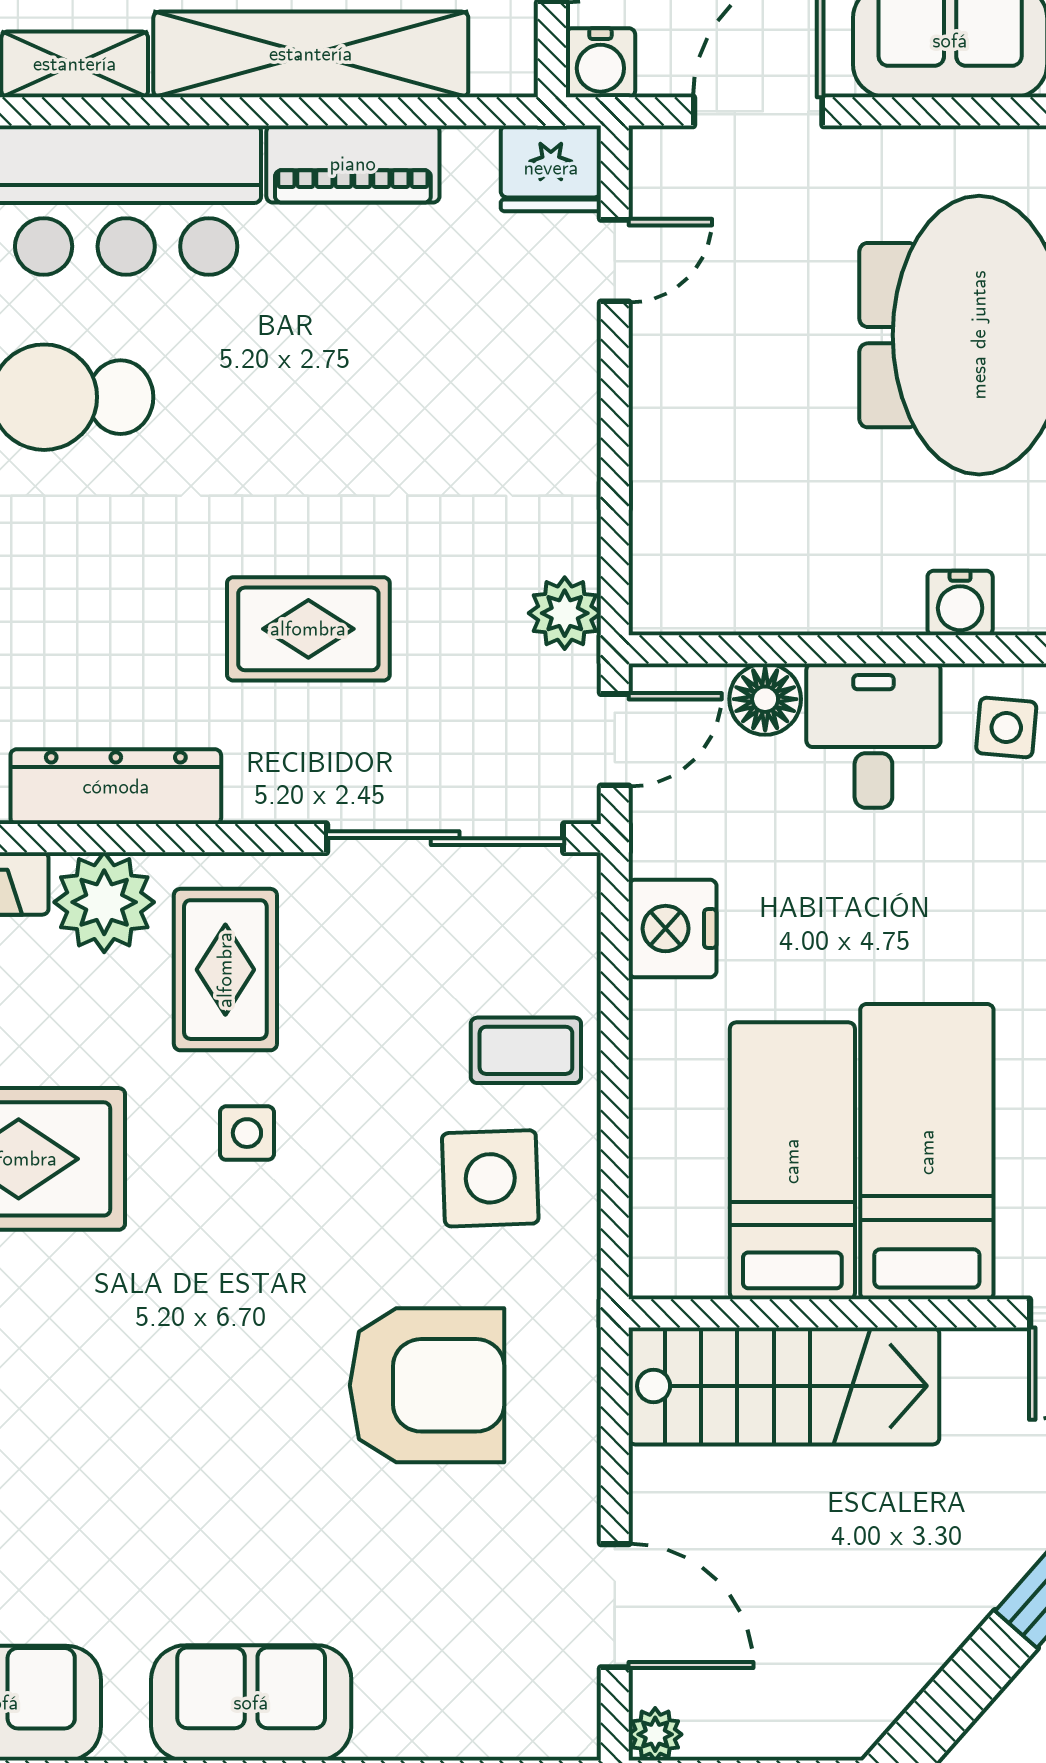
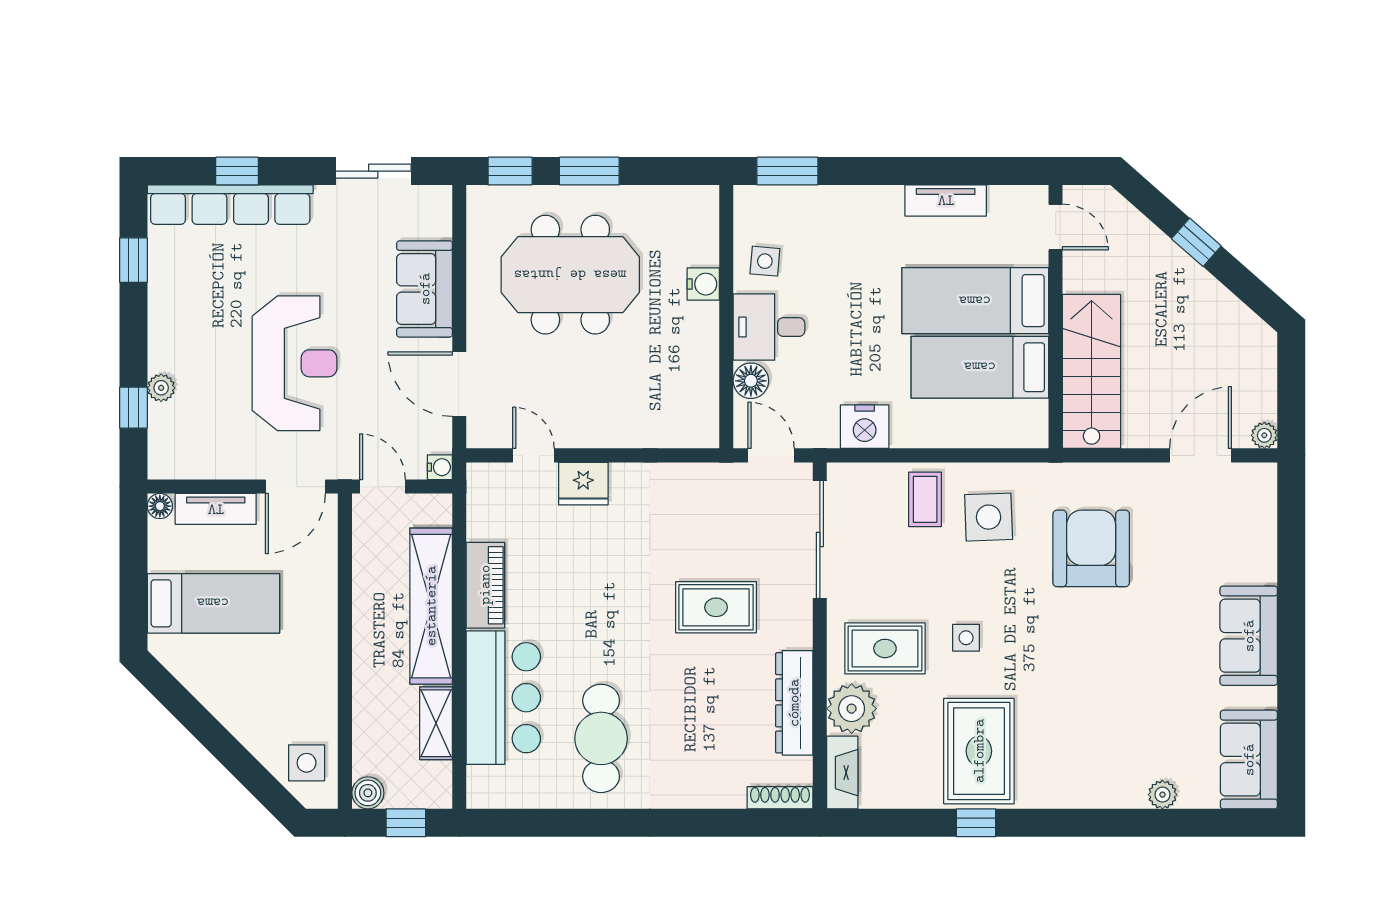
water cooler: (600, 63) -> (440, 467), width x0.72, depth x0.72
fridge: (551, 168) -> (583, 484), moved, turned 90
plant: (565, 613) -> (708, 480), removed
rug: (308, 629) -> (716, 607), turned 90

